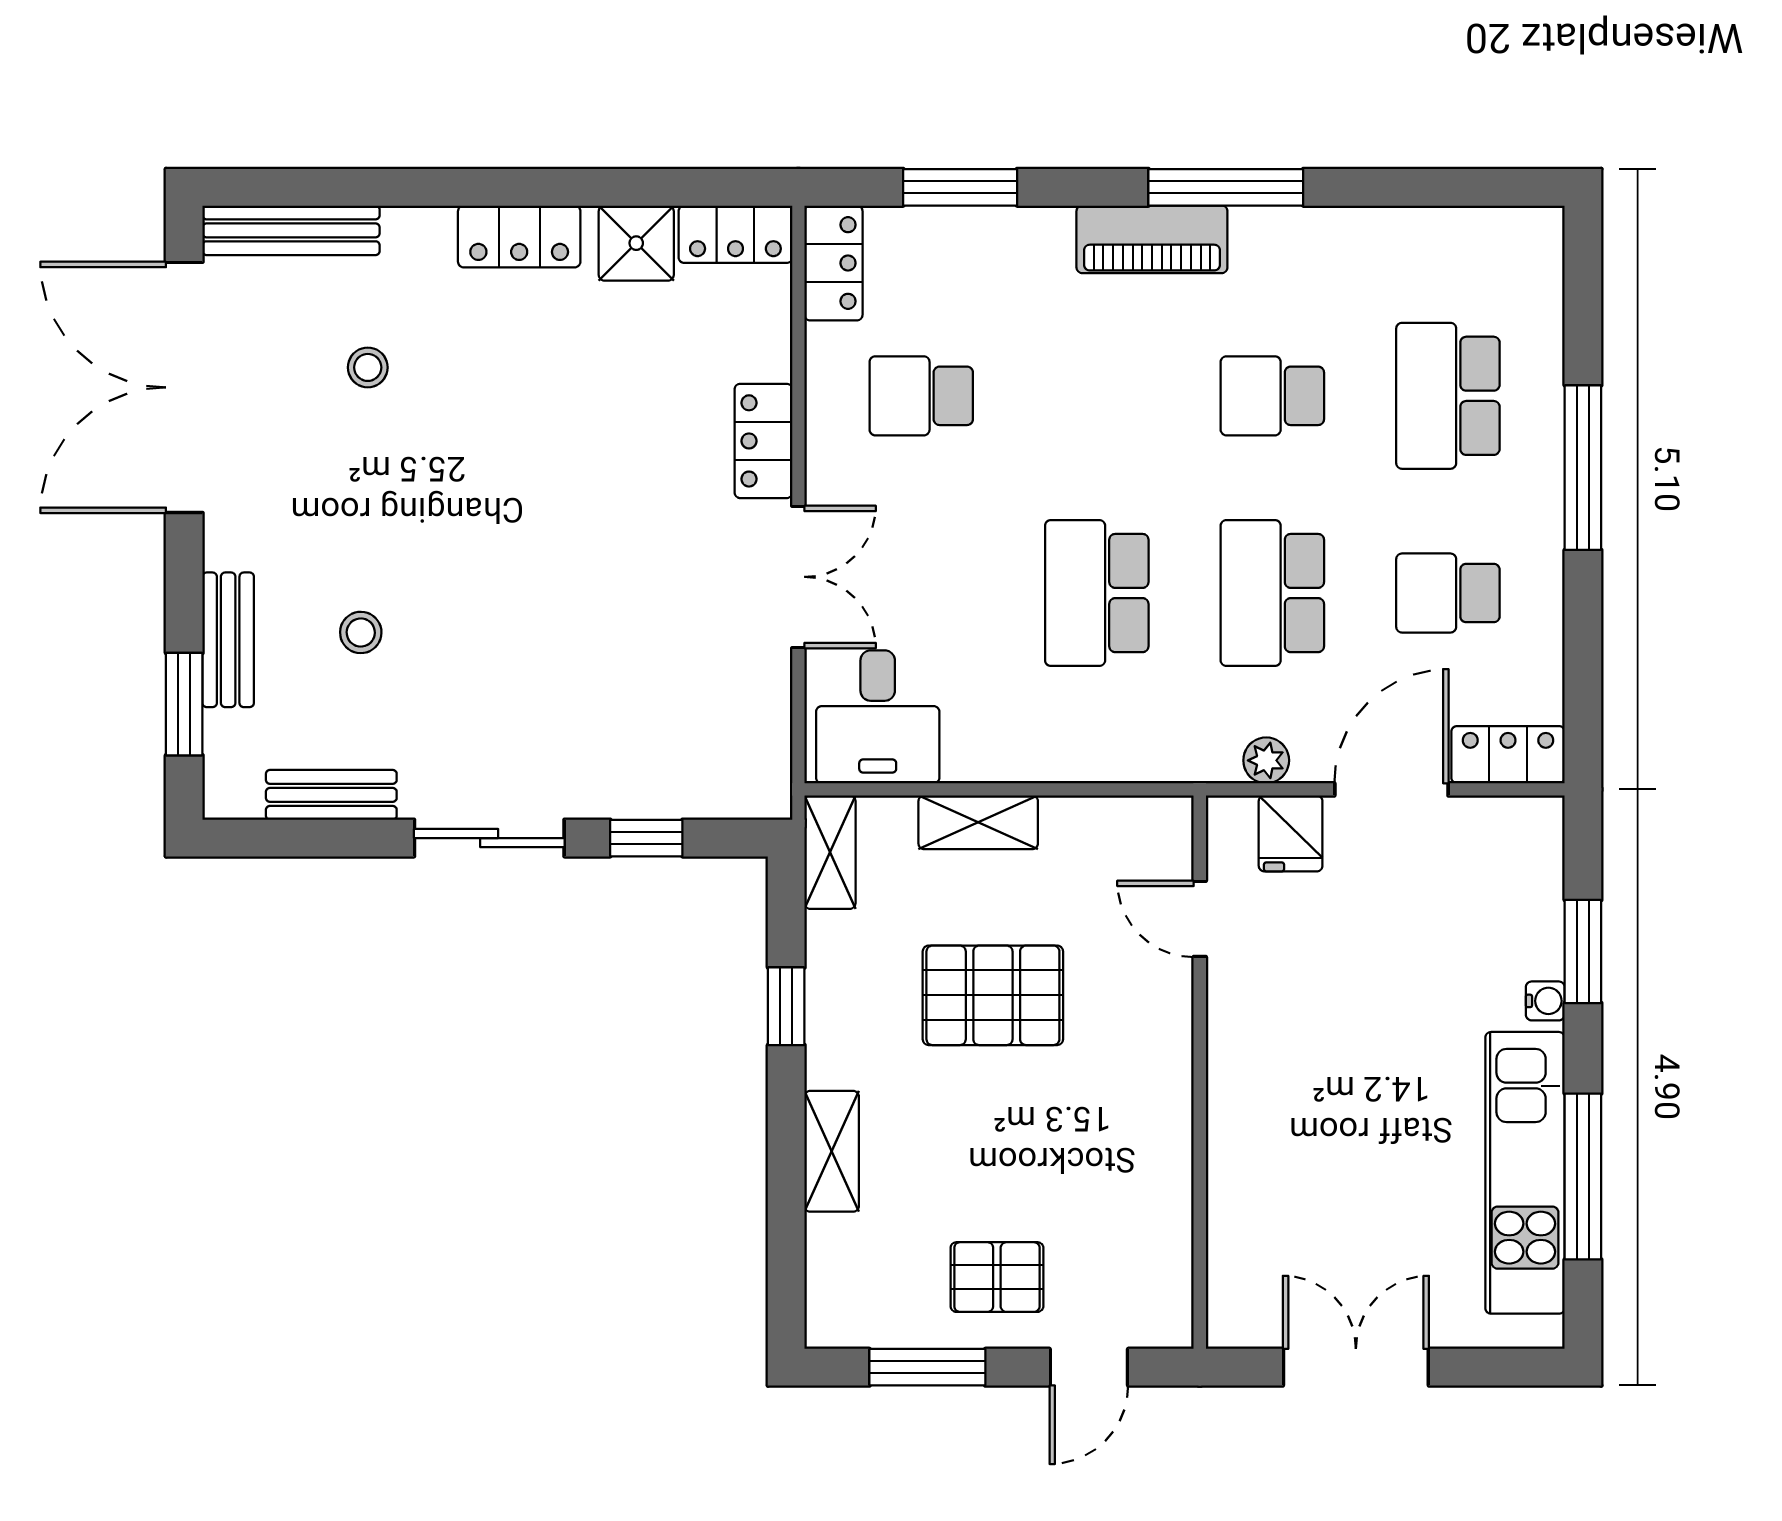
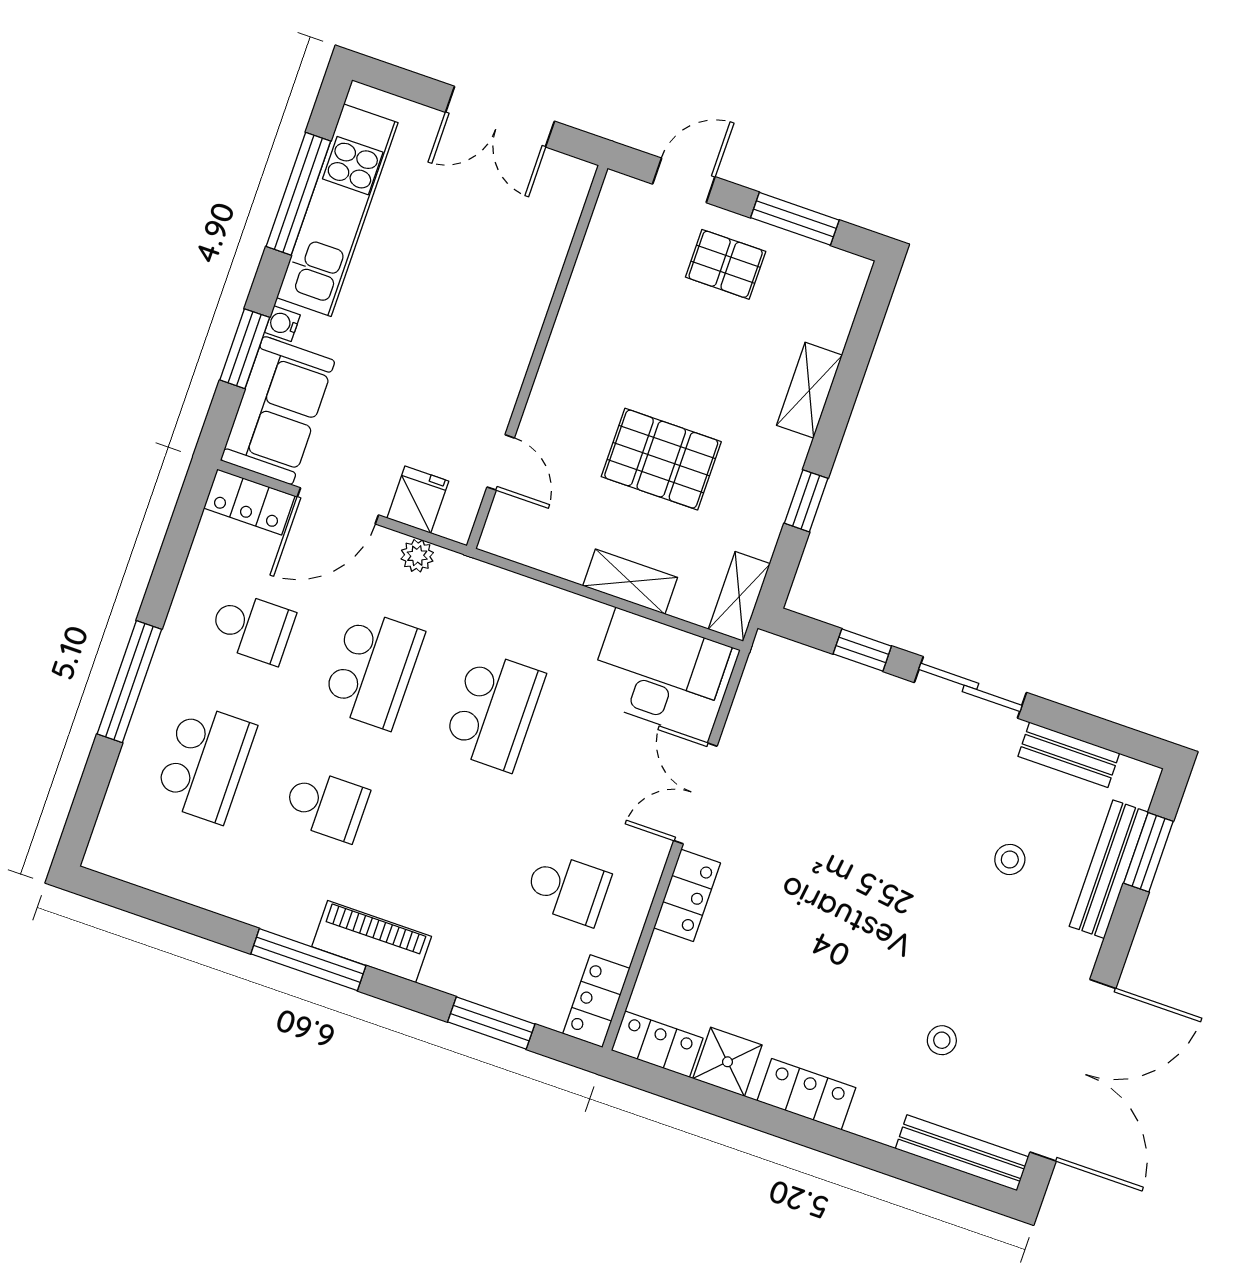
bench: (228, 640) -> (1109, 869), width x1.36
desk: (878, 717) -> (658, 673), width x1.37
sofa: (1512, 886) -> (278, 411), added

